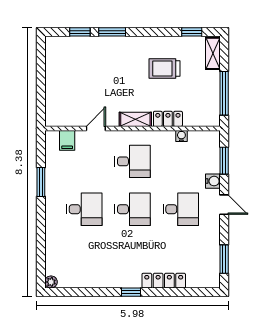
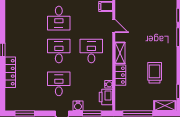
printer: (200, 140) -> (106, 97), added
desk: (132, 161) -> (91, 51), turned 180
desk: (132, 209) -> (59, 51), turned 180
desk: (181, 209) -> (59, 84), turned 180

